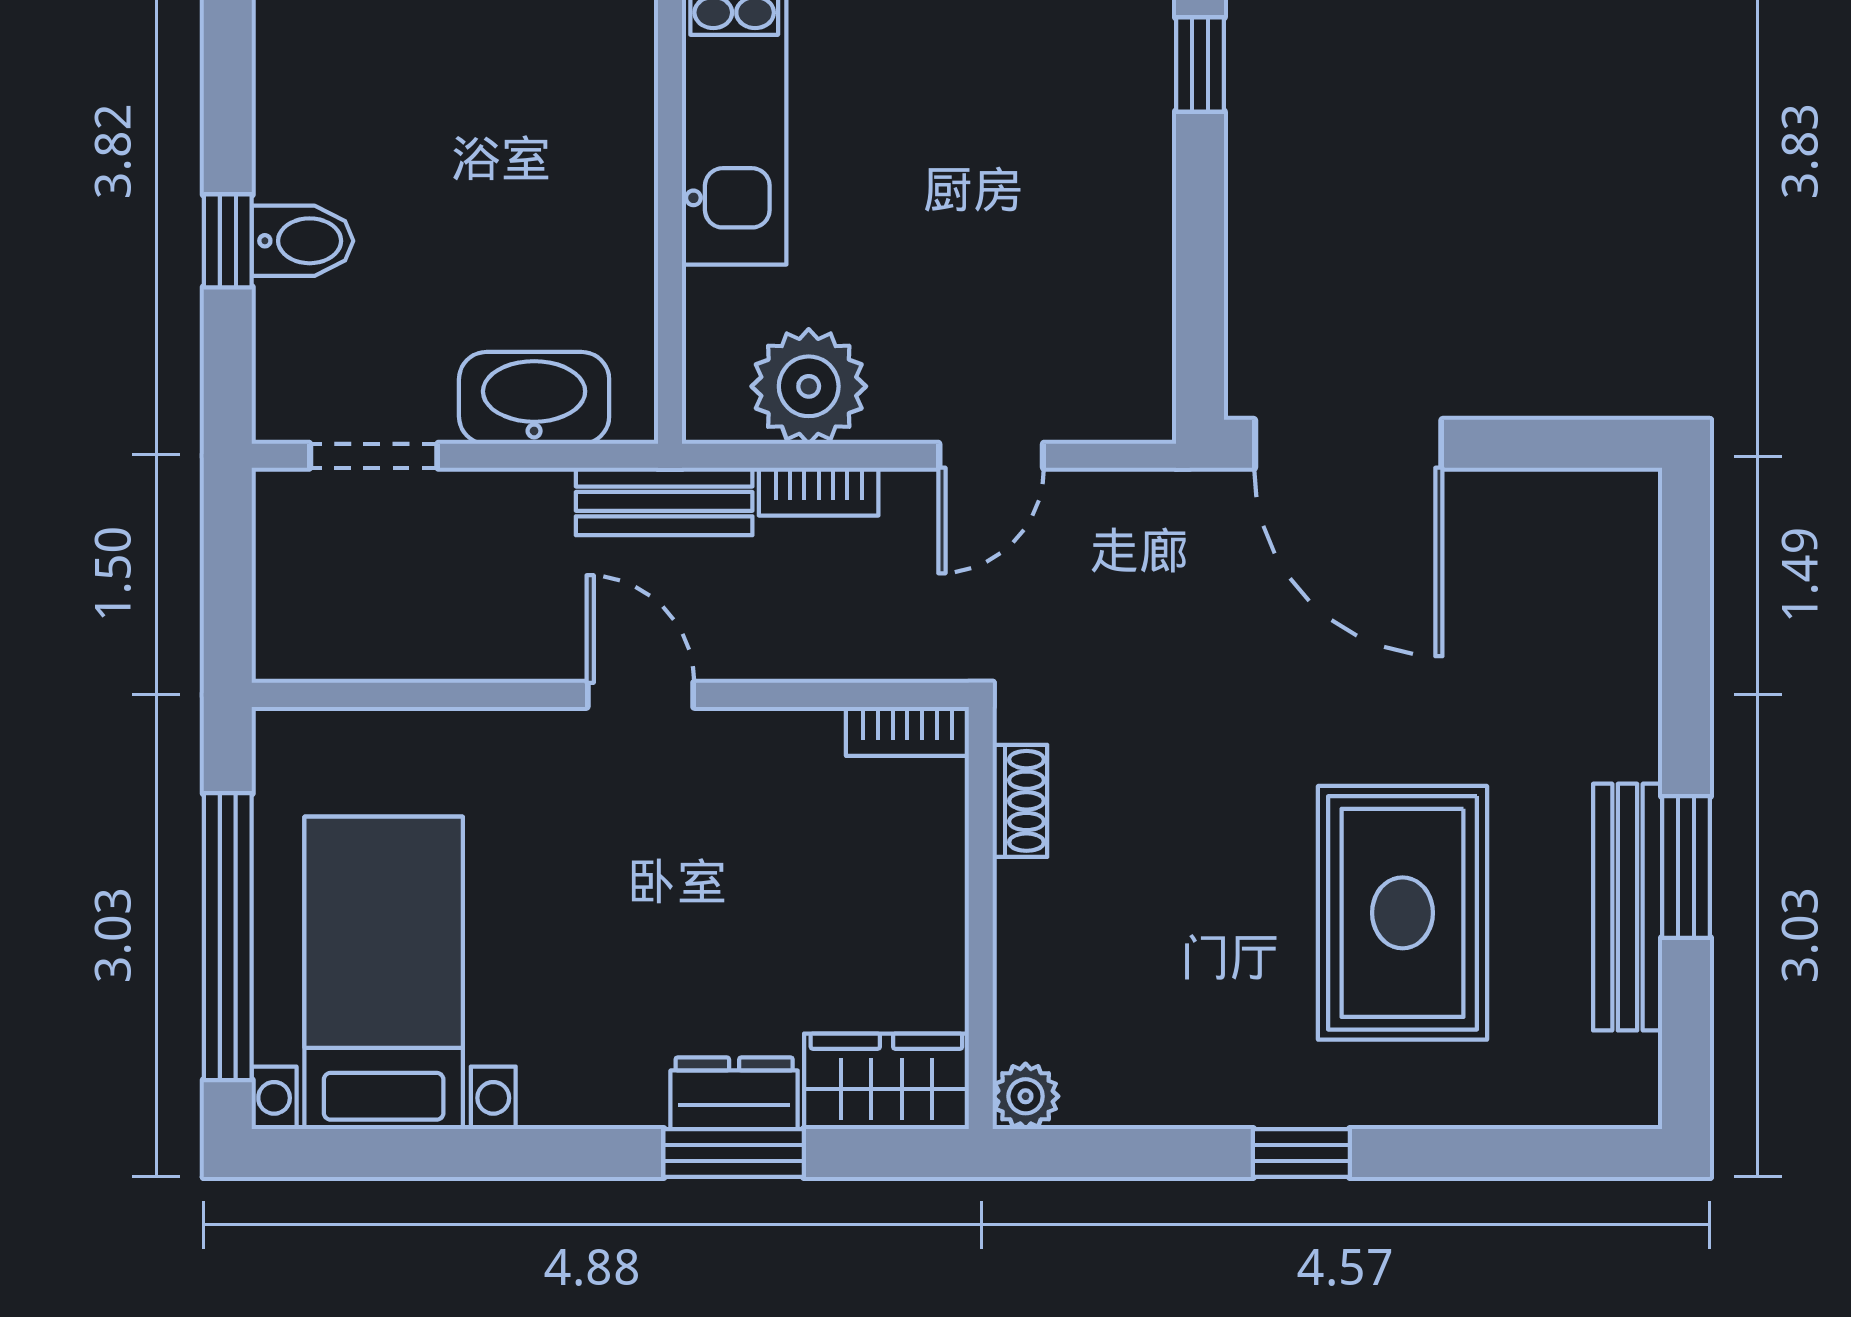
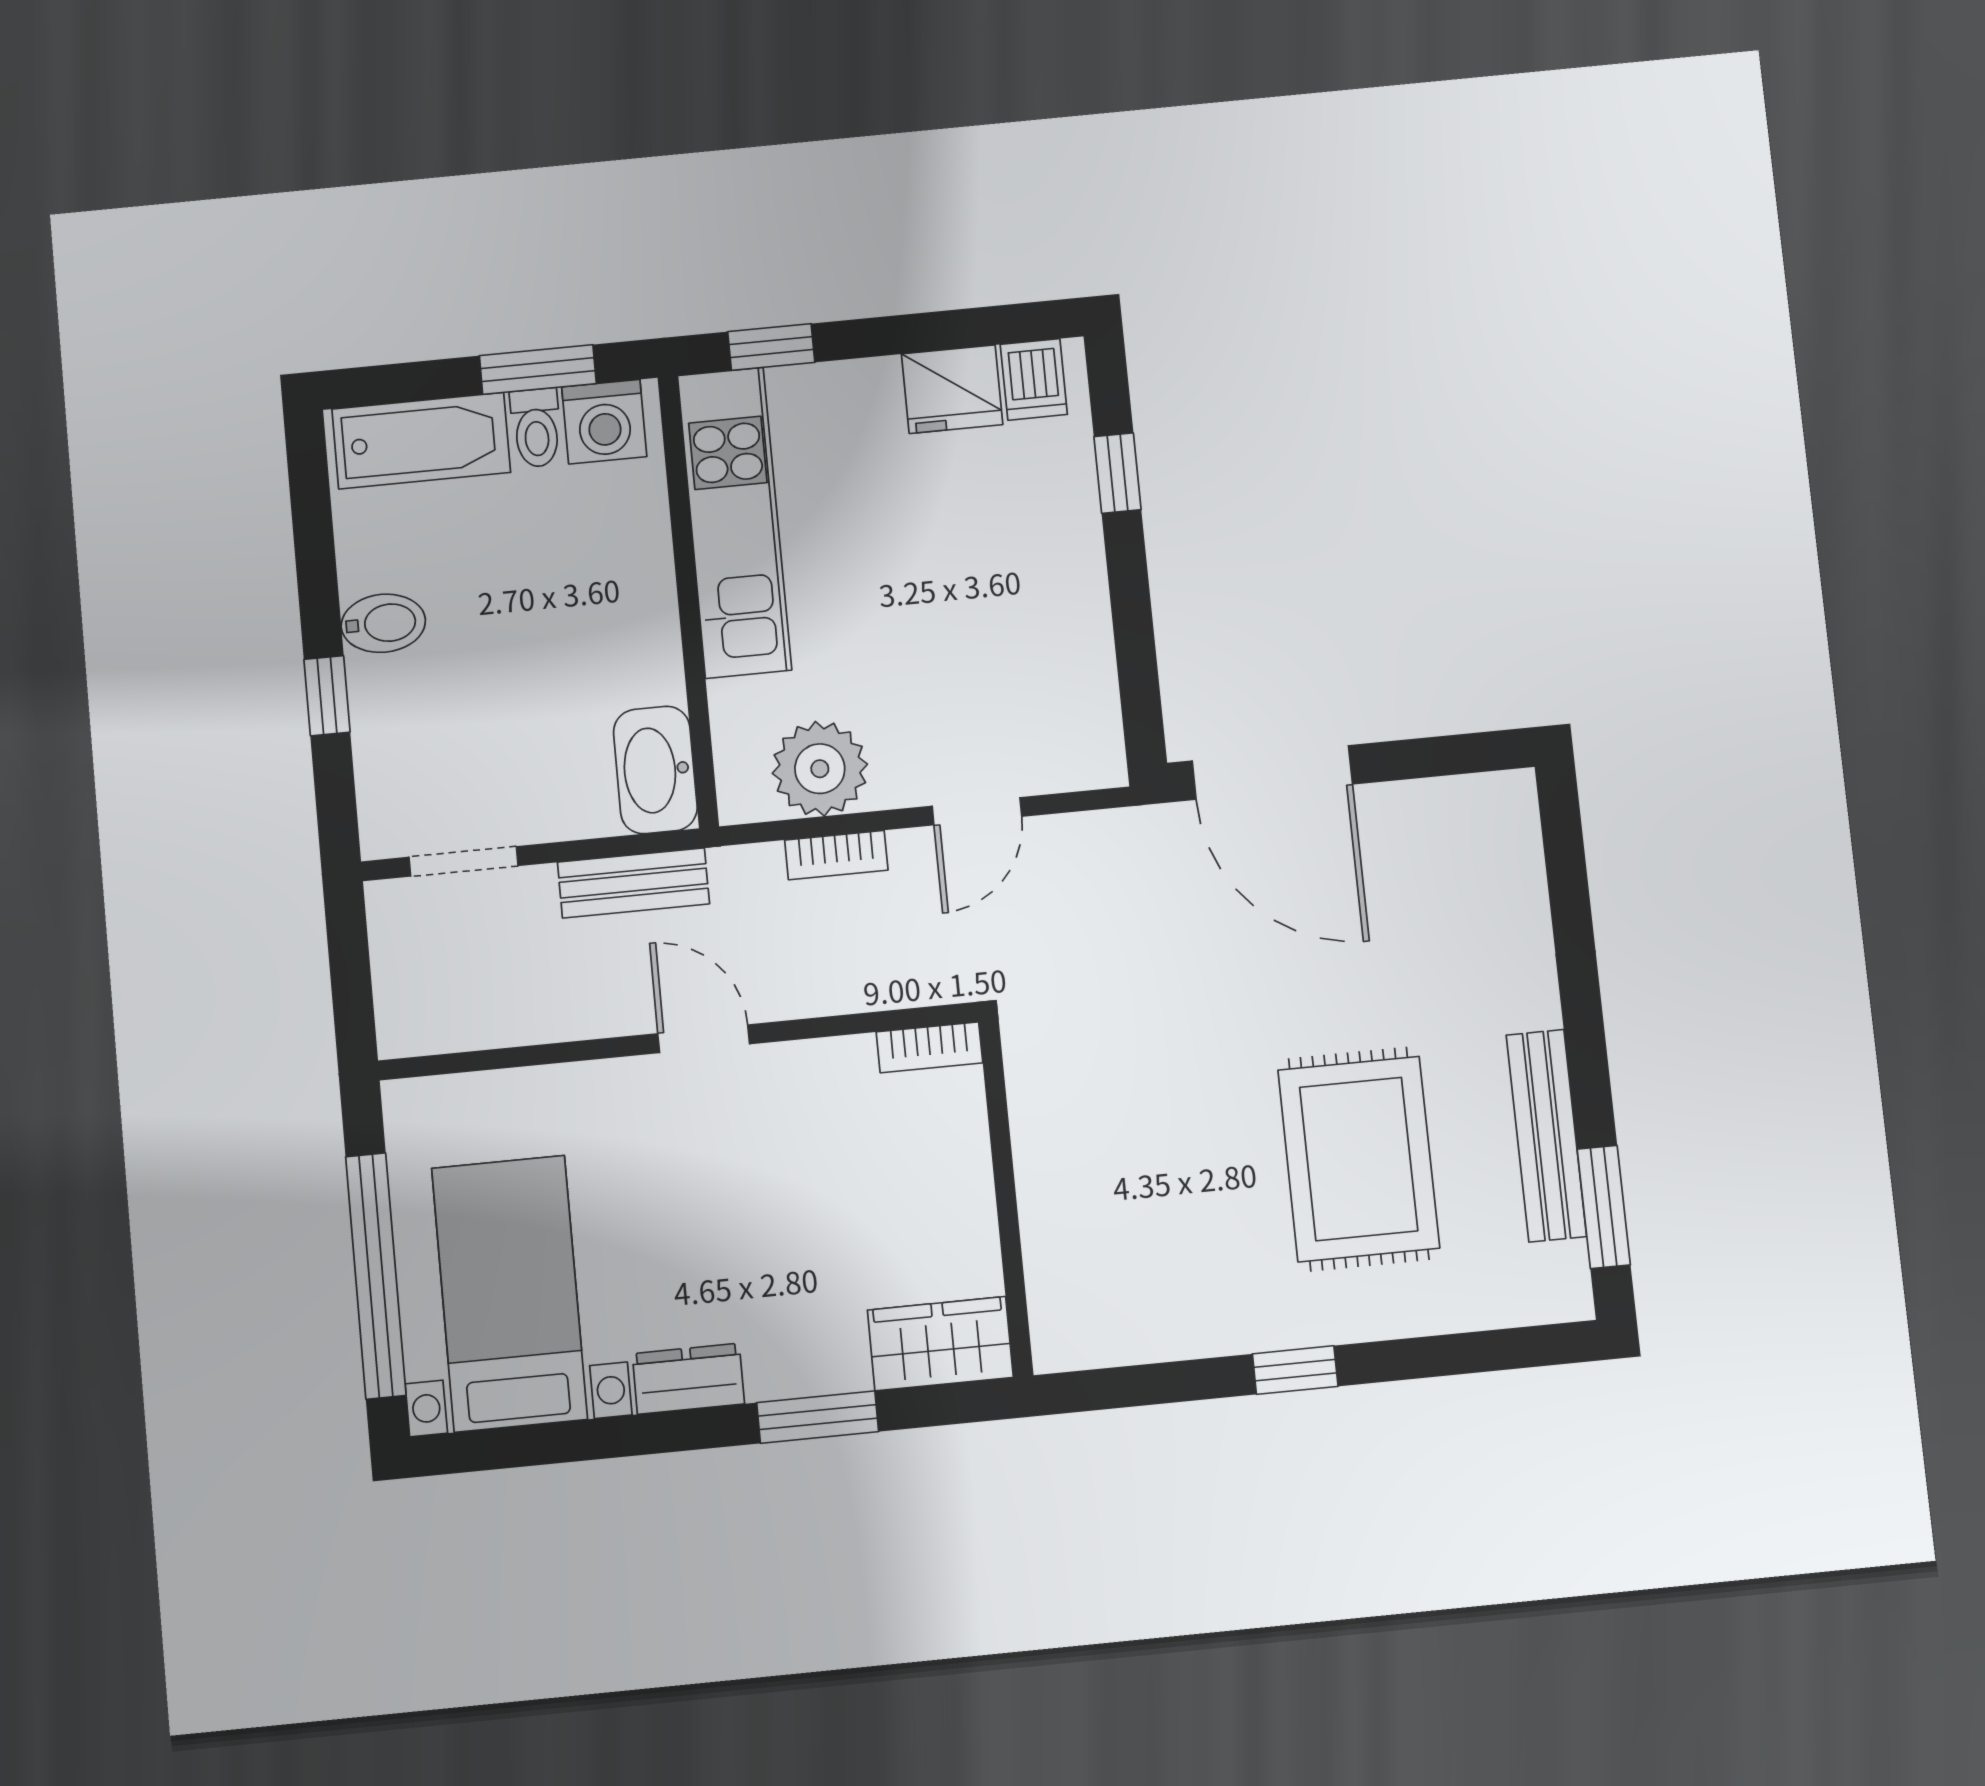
bidet: (302, 241) -> (383, 623), moved
washbasin: (534, 398) -> (655, 770), moved, turned -90
bench: (664, 501) -> (633, 883), moved
shoe rack: (1020, 801) -> (1029, 1096), removed
window: (1686, 867) -> (1604, 1207), moved
dresser: (734, 1093) -> (688, 1379), moved
plant: (1026, 1096) -> (1058, 1345), removed

